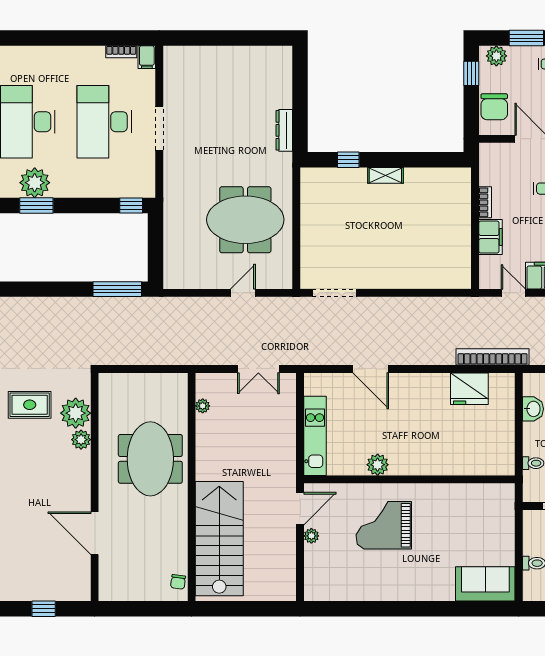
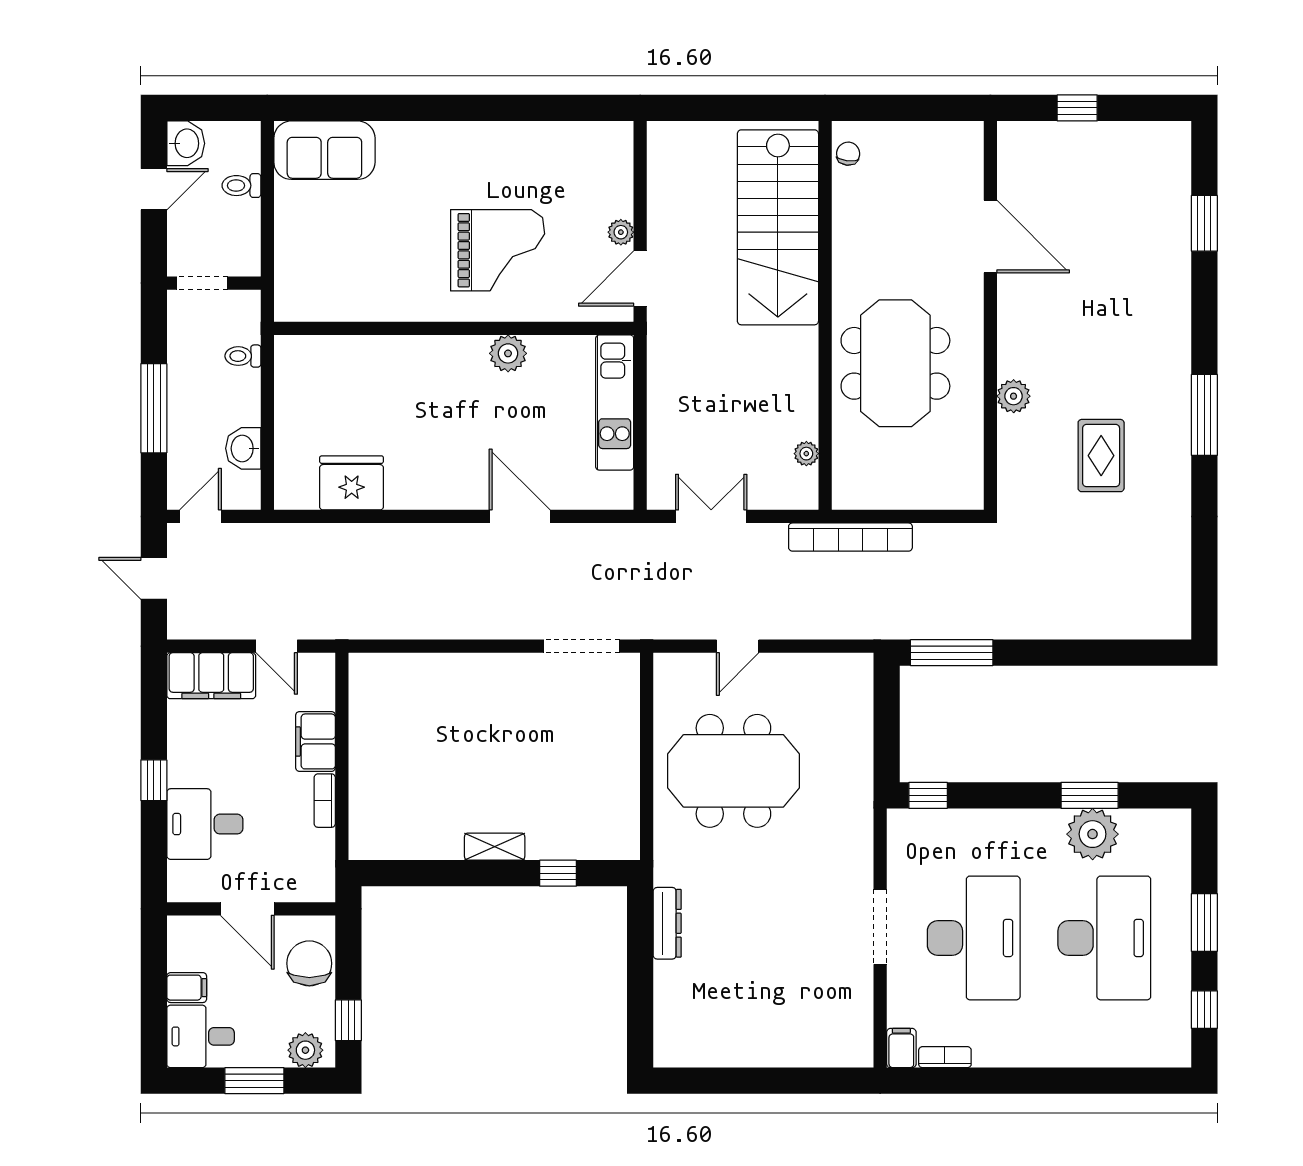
bookcase: (493, 357) -> (850, 537), moved
rug: (30, 405) -> (1101, 456), turned 90
plant: (76, 413) -> (1023, 441), removed

